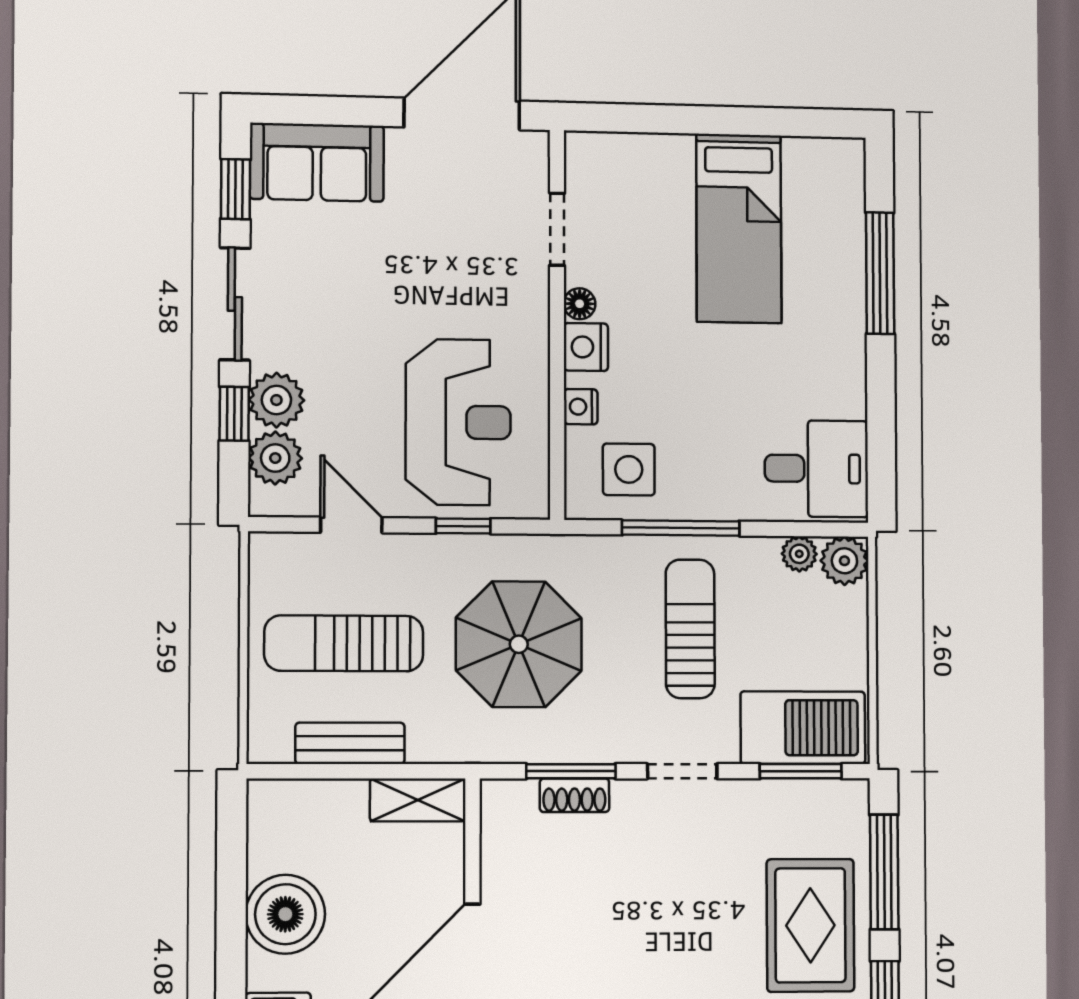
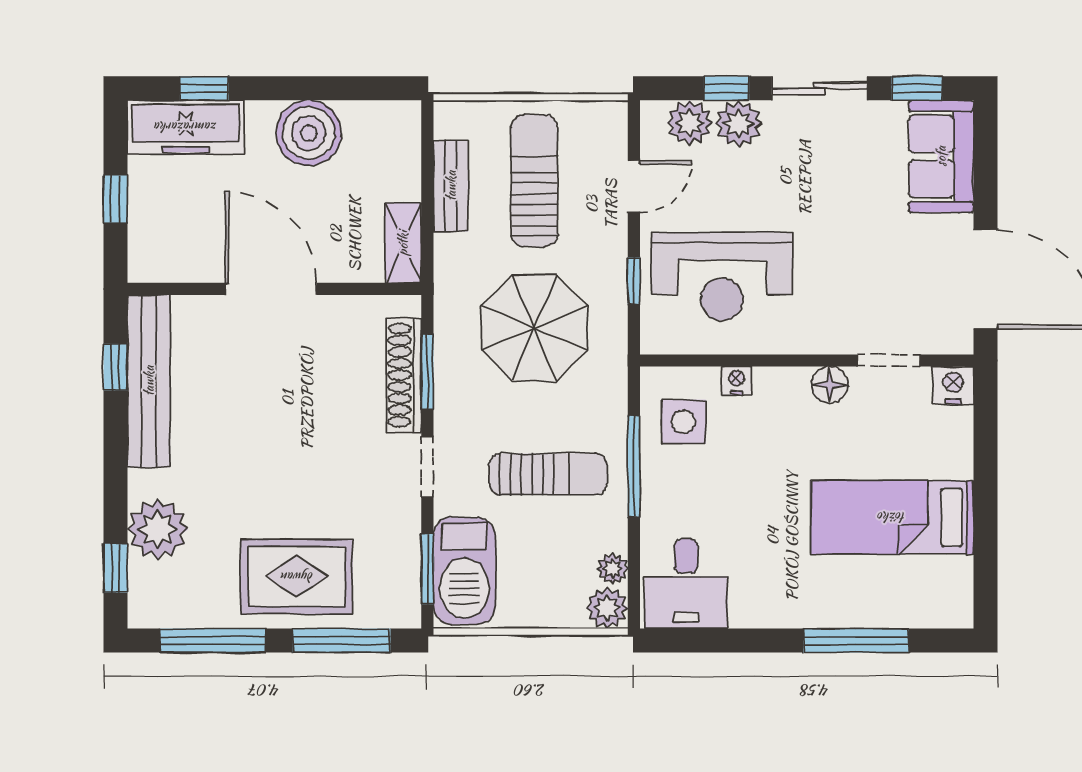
floor lamp: (580, 304) -> (830, 385), width x1.37, depth x1.37
nightstand: (586, 347) -> (953, 385), moved
shoe rack: (574, 795) -> (404, 375), width x1.94, depth x1.24

